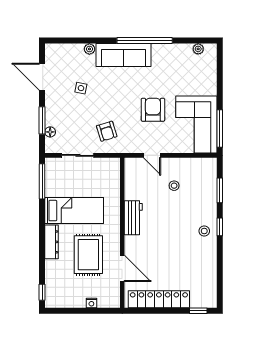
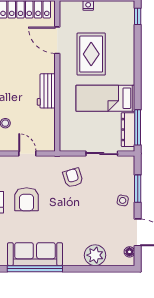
plant: (89, 49) -> (95, 255), width x1.87, depth x1.87
sofa: (124, 55) -> (35, 254), moved
side table: (81, 88) -> (123, 200), moved
floor lamp: (50, 132) -> (129, 252), moved
dresser: (52, 242) -> (128, 130), moved

